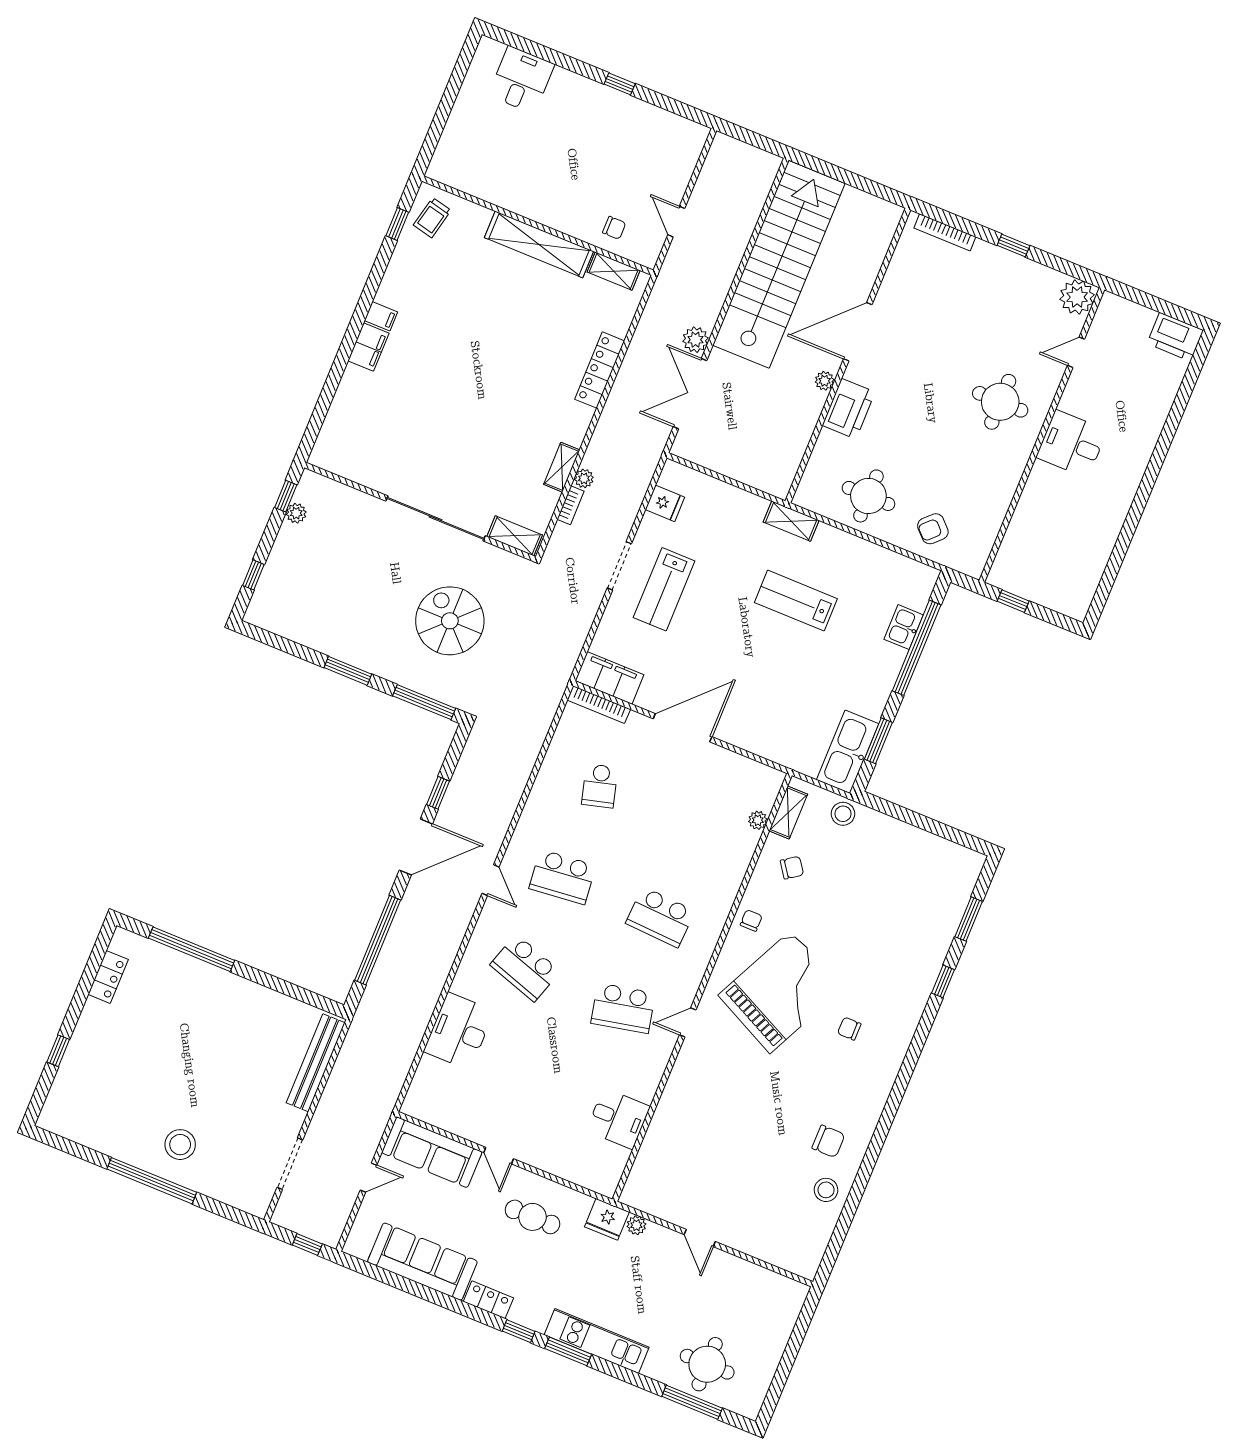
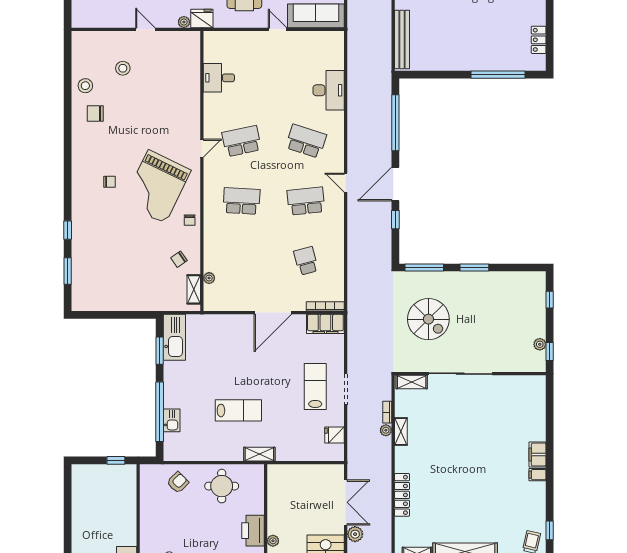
stool: (843, 814) -> (123, 68), moved

